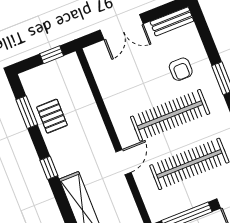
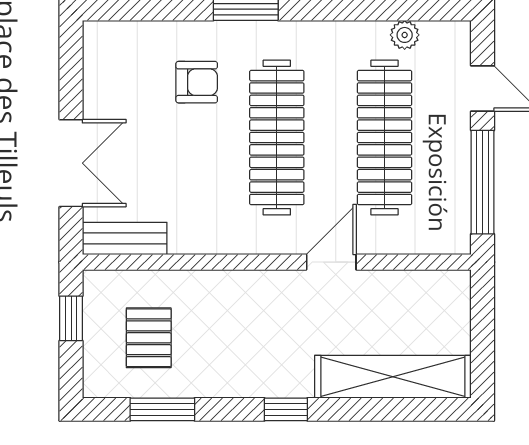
bench: (172, 21) -> (125, 238), moved, turned 90
pallet: (52, 116) -> (149, 338), moved, turned 90
door: (124, 162) -> (331, 262), hinge flipped

